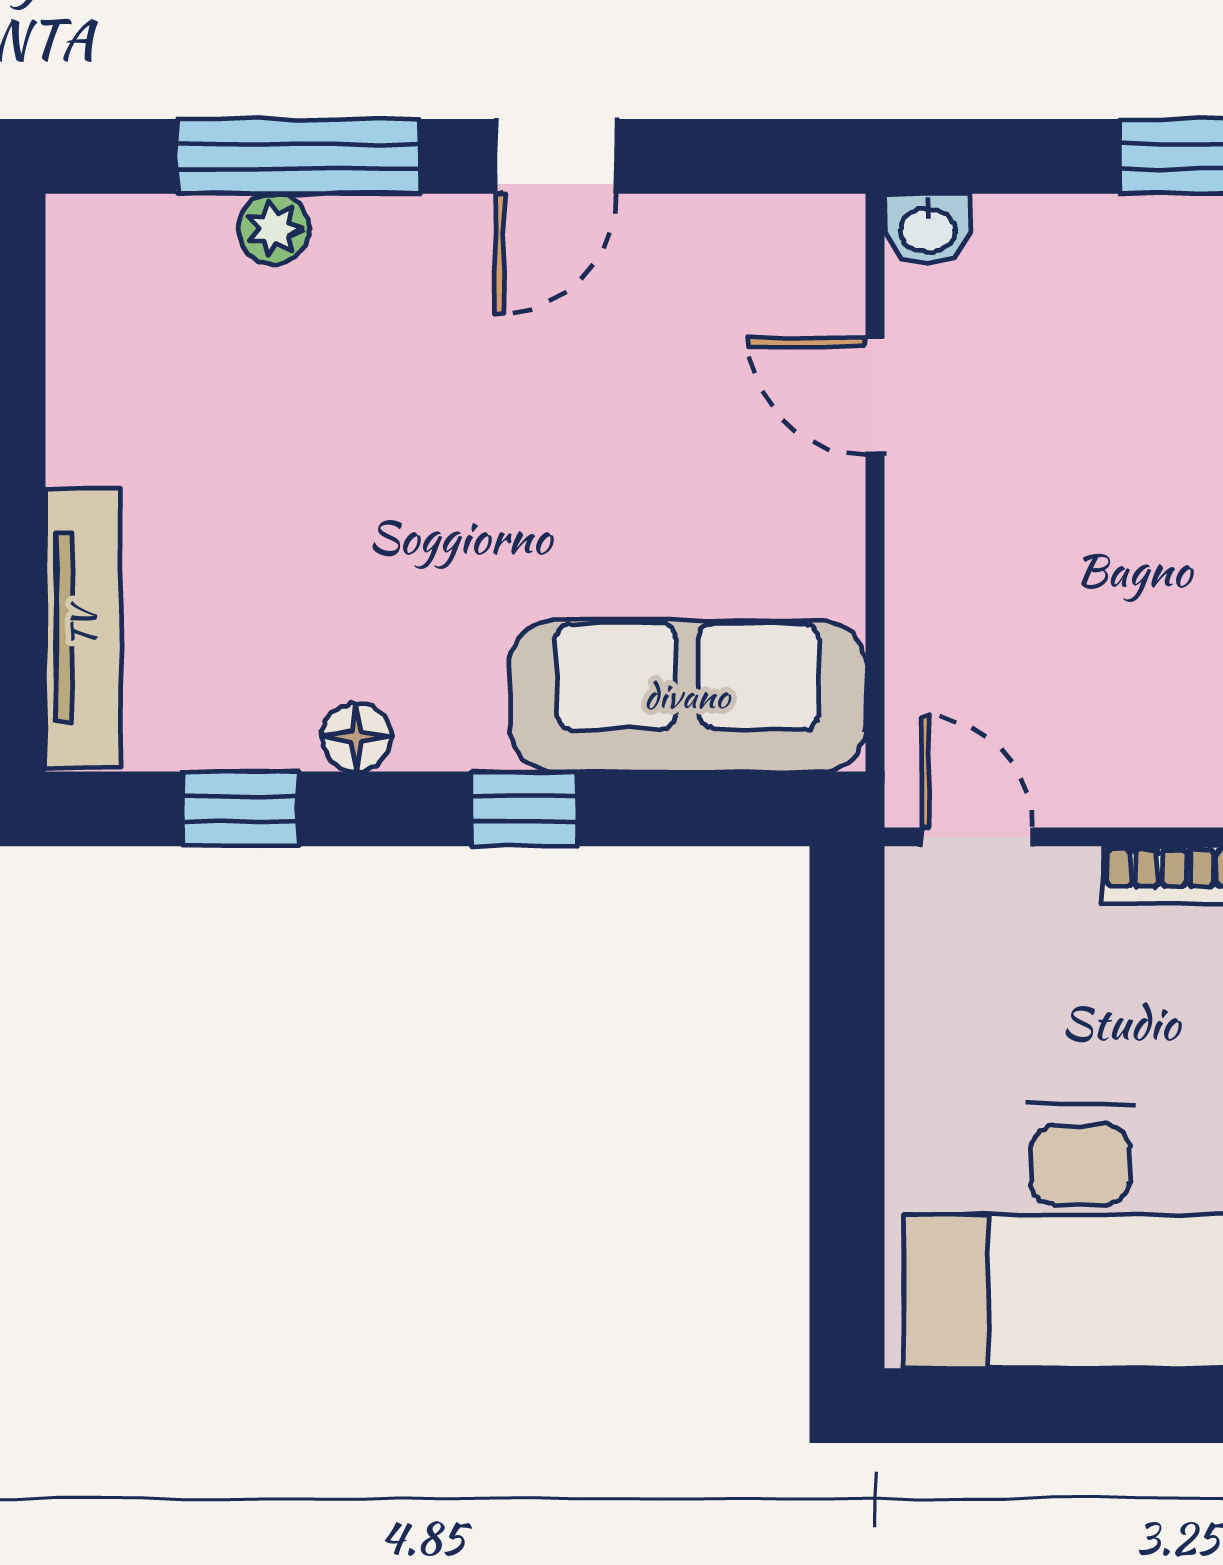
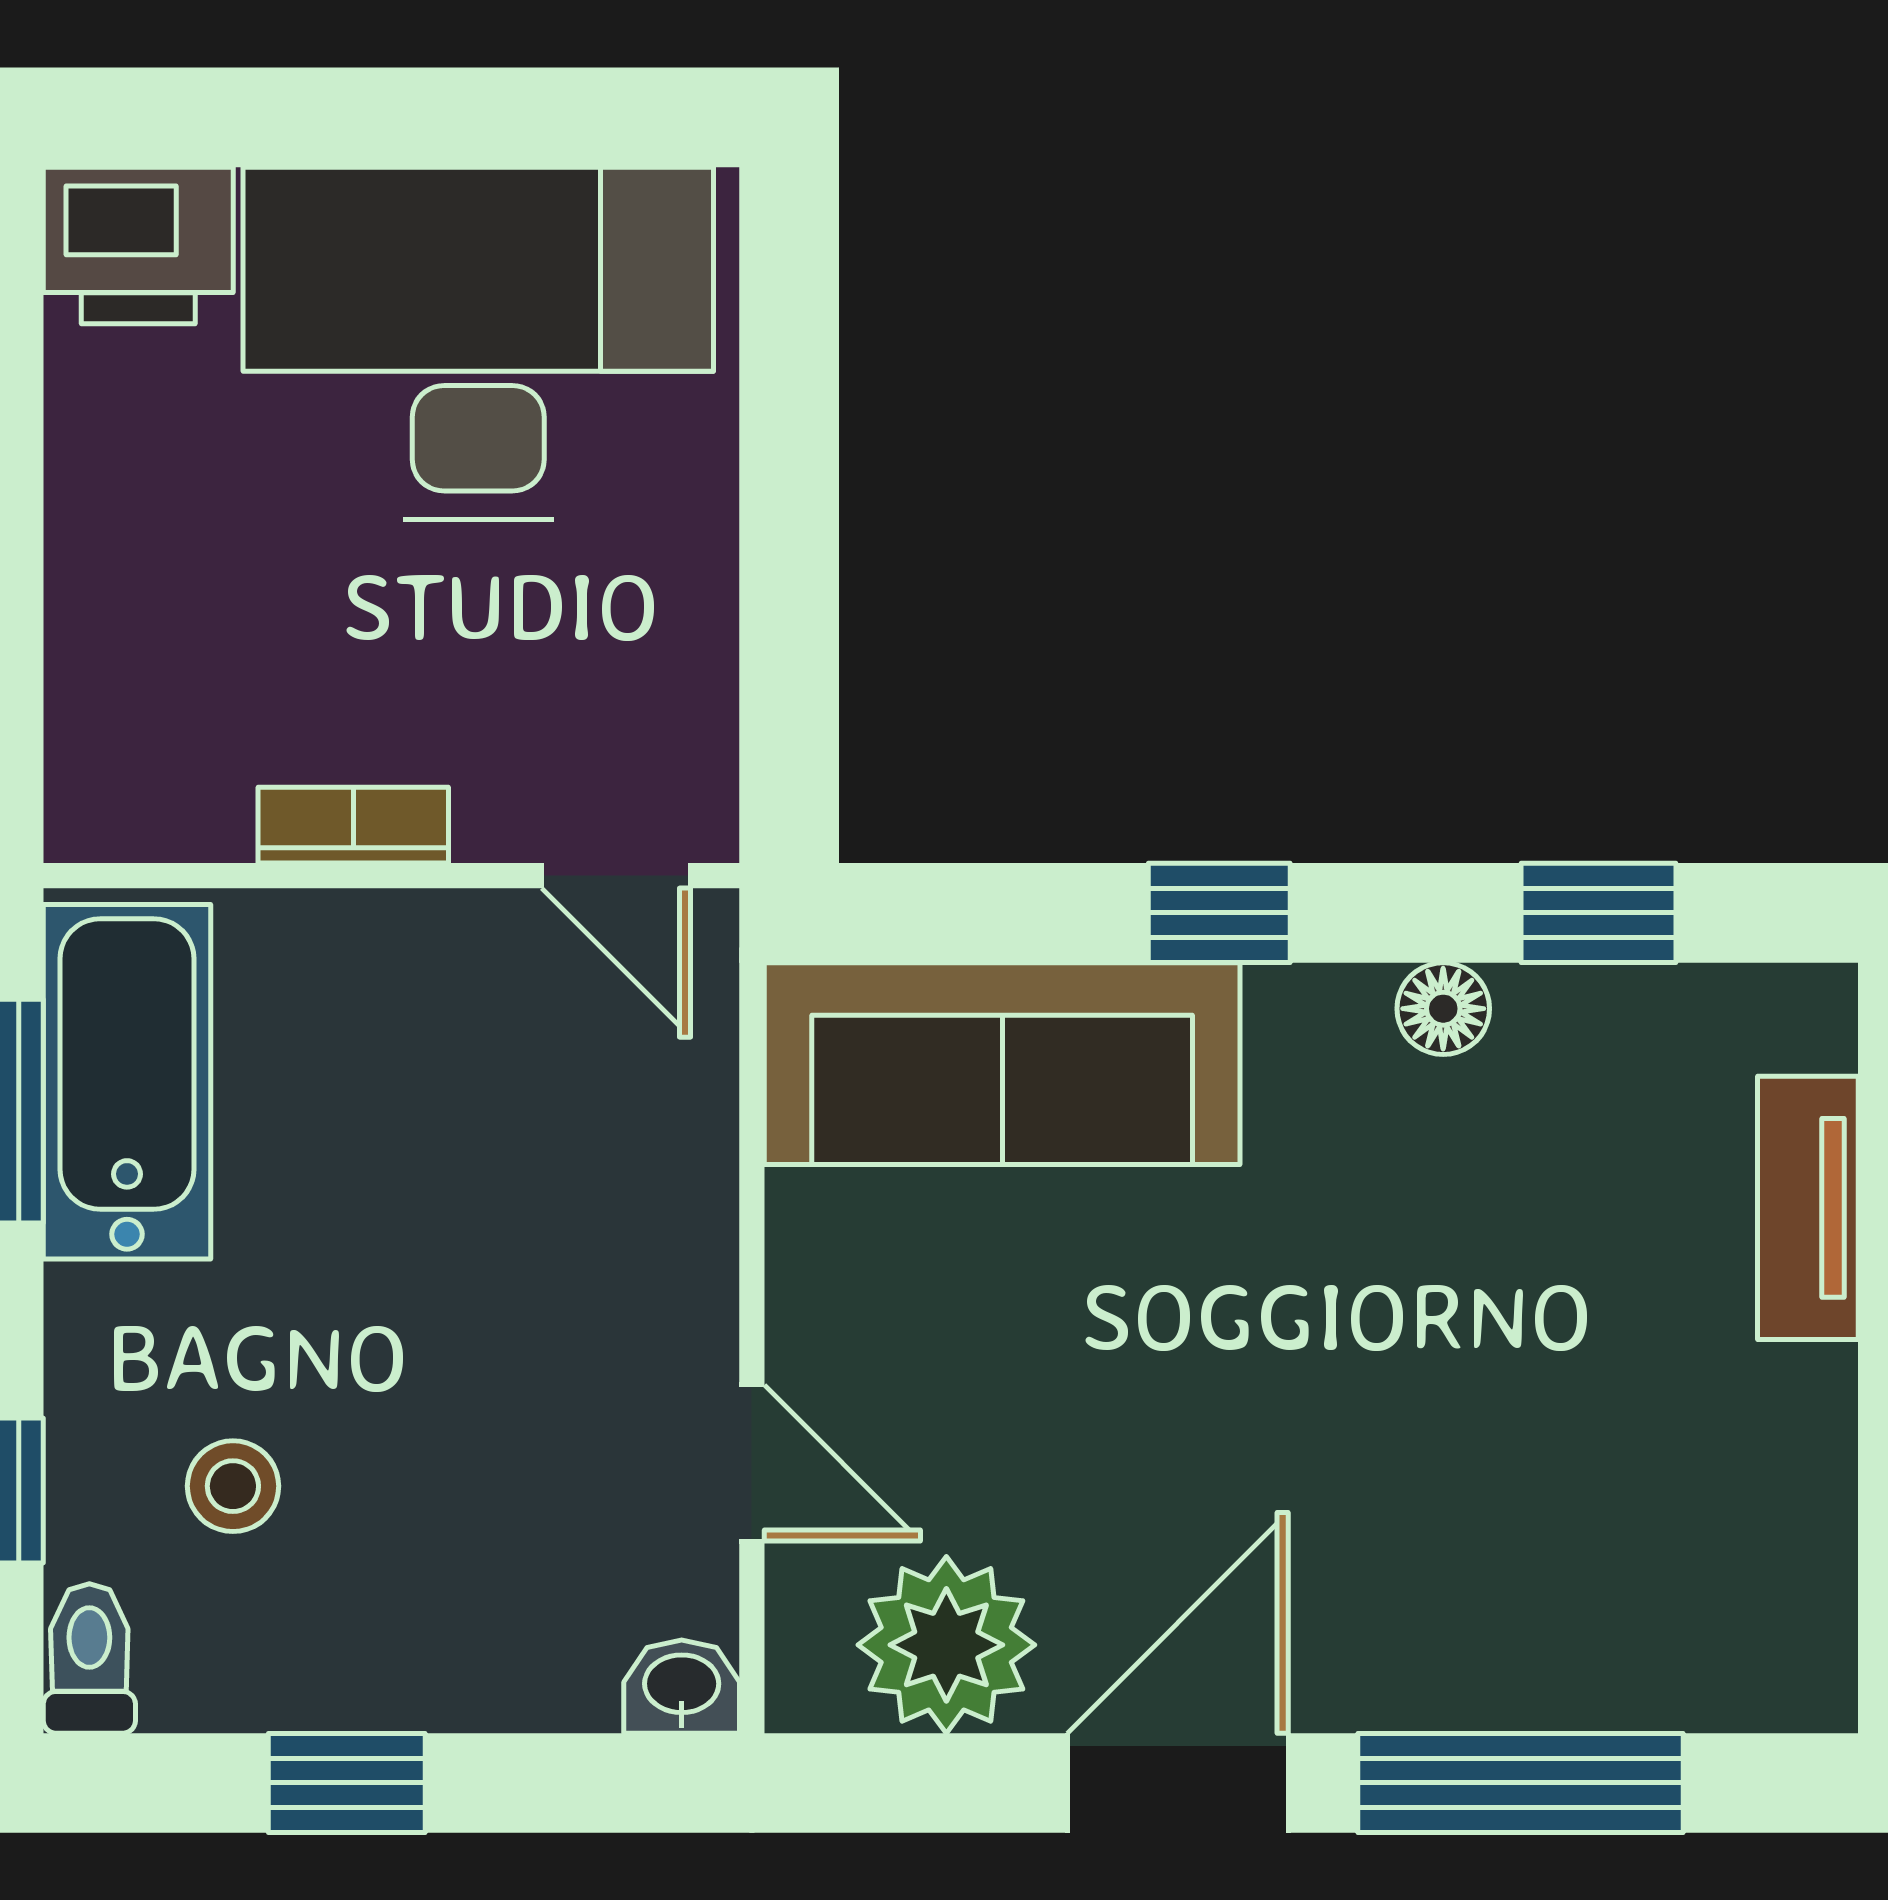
door: (556, 156) -> (1178, 1783), width x1.38
plant: (274, 229) -> (946, 1645), moved, width x1.88, depth x1.88
tv unit: (83, 628) -> (1808, 1208), width x0.71

